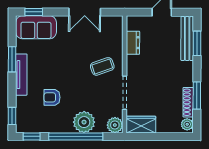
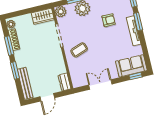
dresser: (133, 43) -> (64, 82), moved
window: (197, 43) -> (15, 70), moved
window: (12, 59) -> (138, 22), moved

